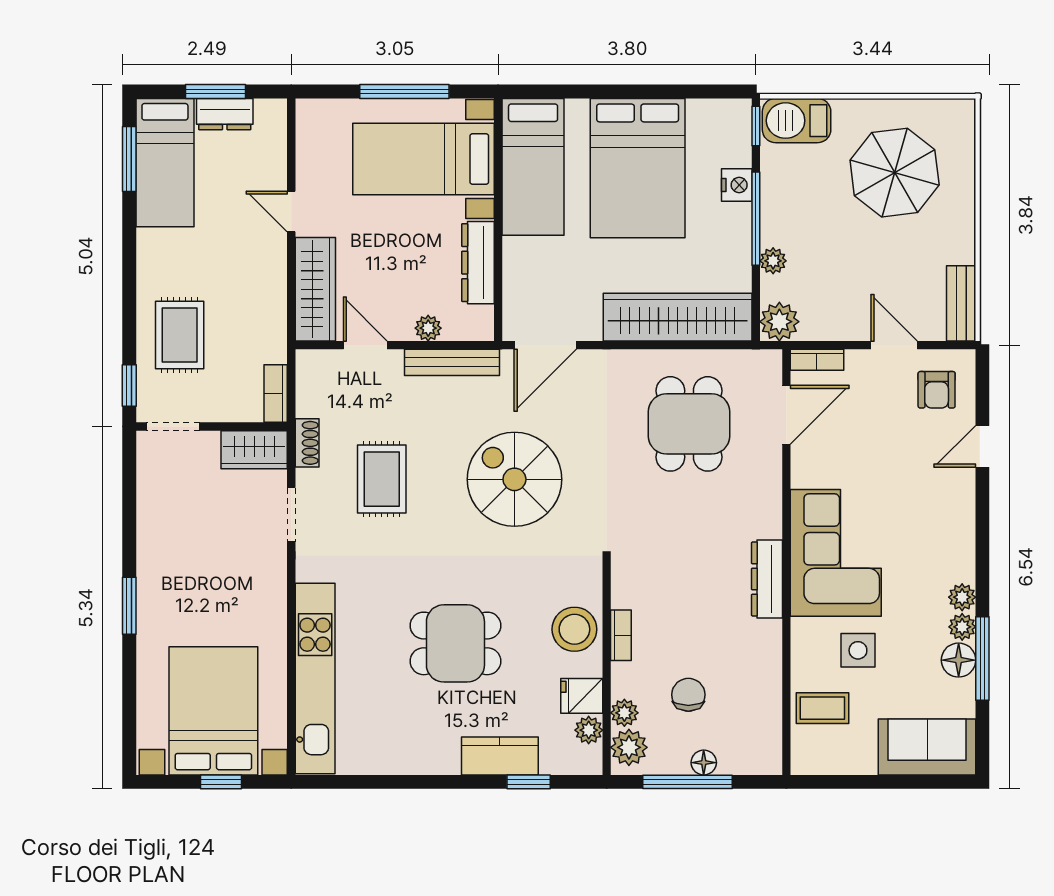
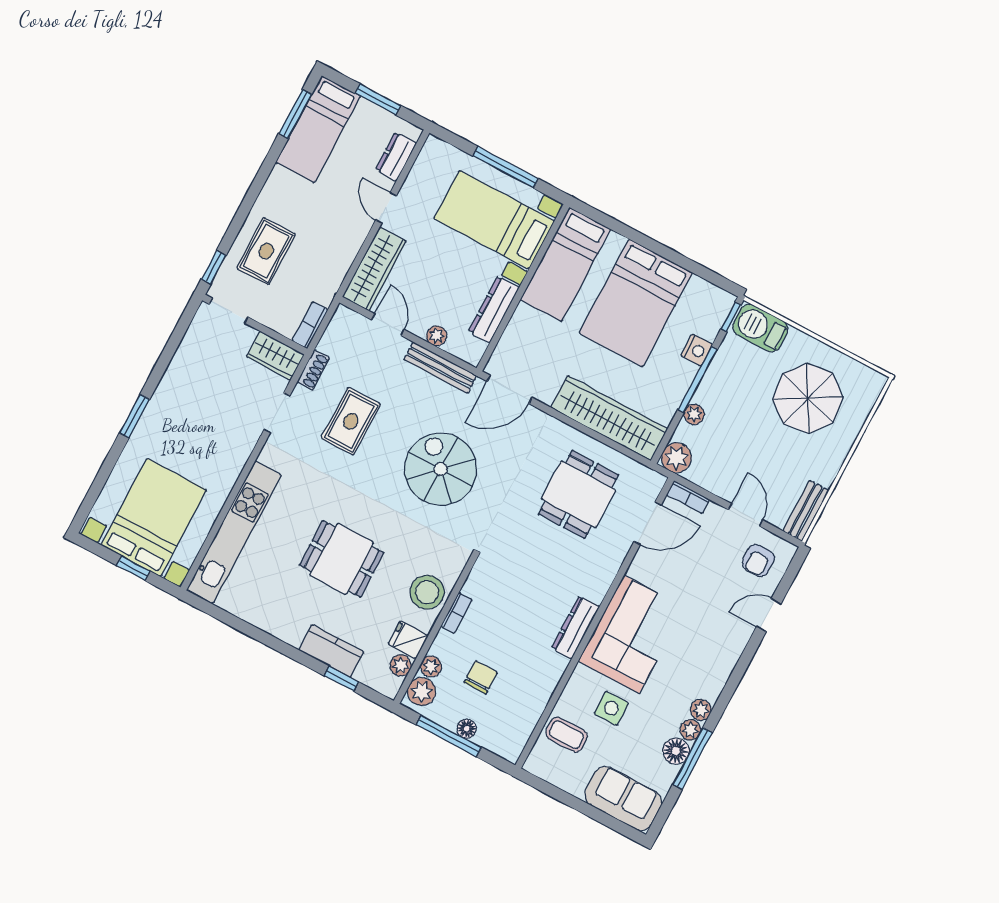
dresser: (225, 114) -> (396, 157), moved, turned 90

